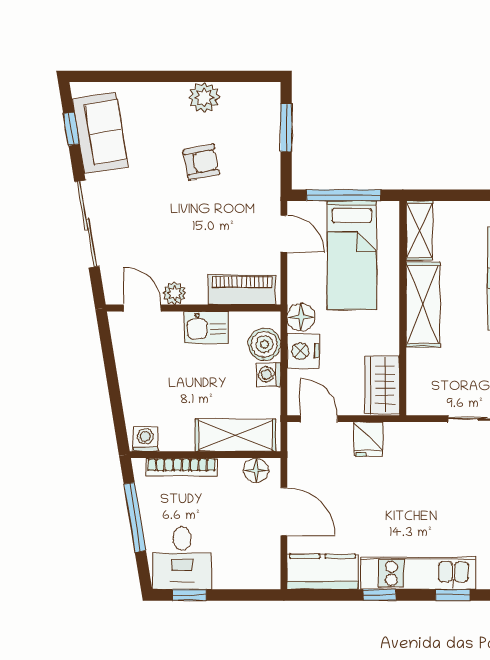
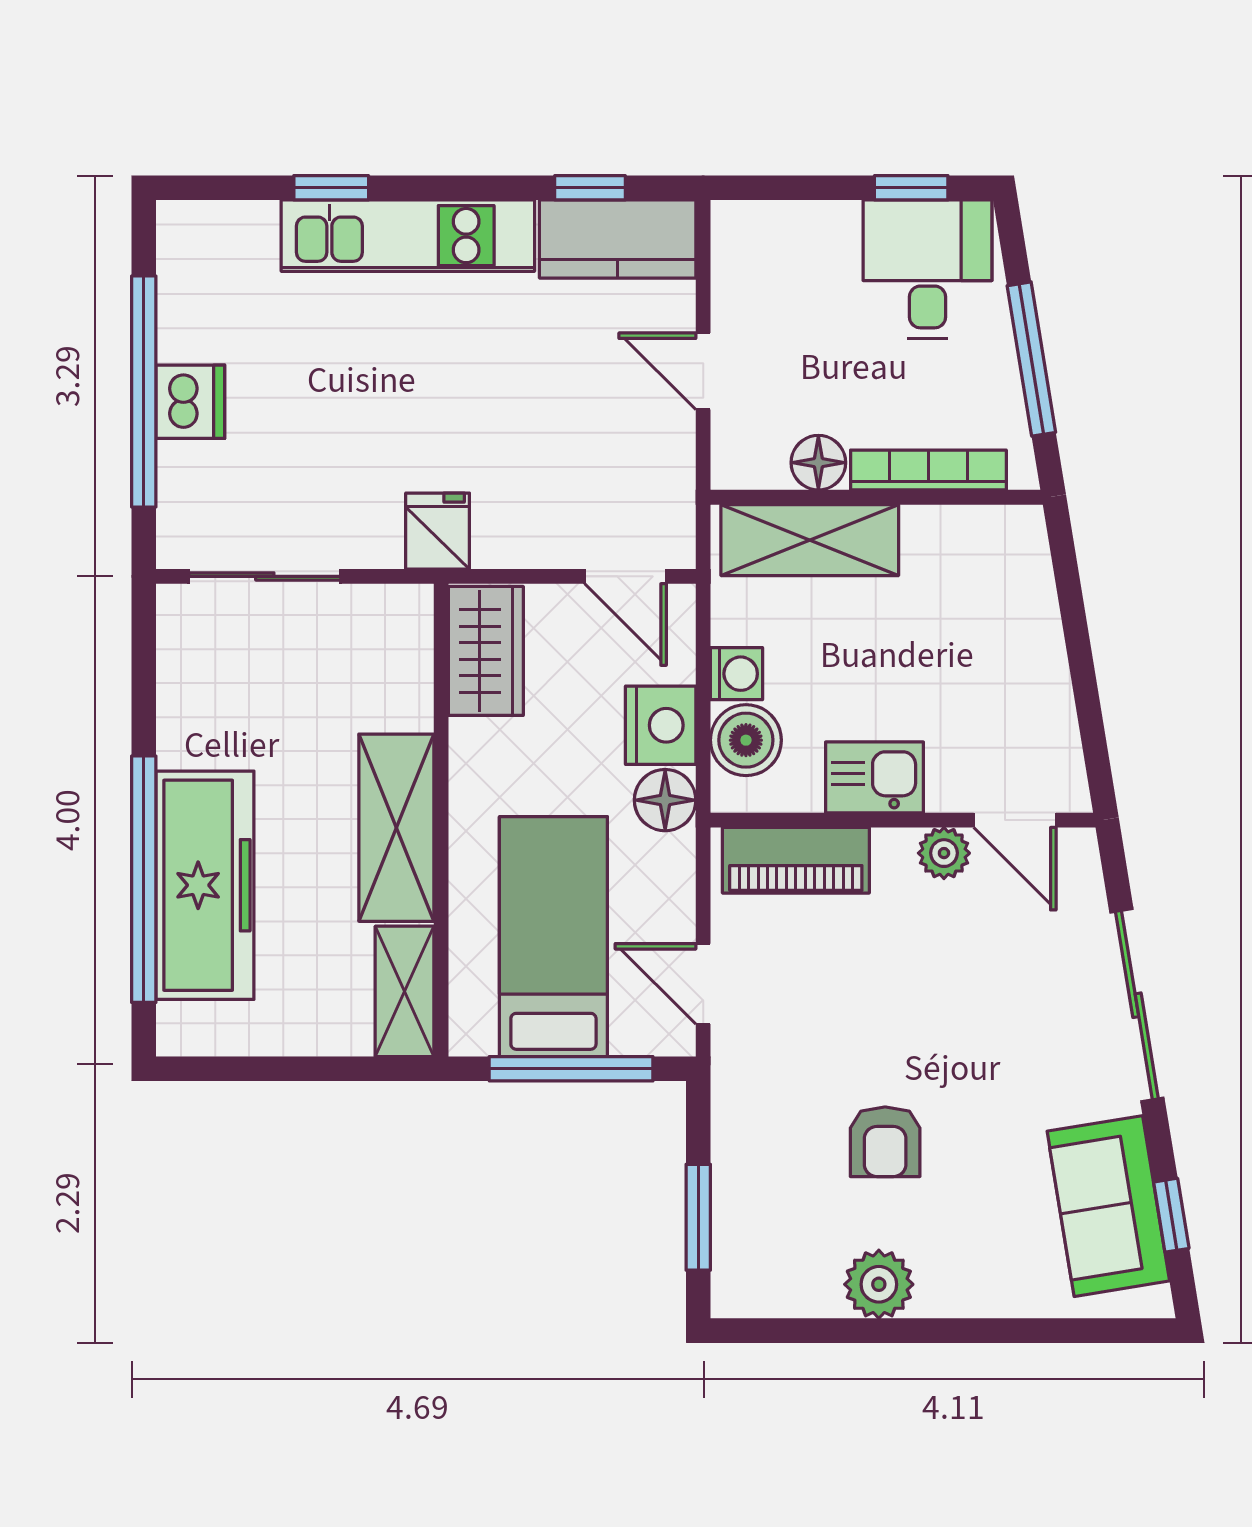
armchair: (201, 162) -> (885, 1142), turned -79
washing machine: (145, 439) -> (1008, 532), removed
fridge: (368, 439) -> (438, 531), moved
floor lamp: (256, 470) -> (818, 463), moved
door: (284, 512) -> (703, 371), width x0.73
window: (379, 595) -> (590, 188), moved

